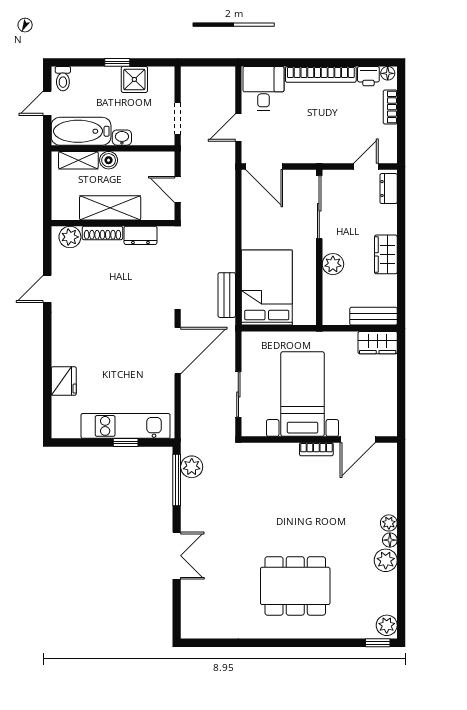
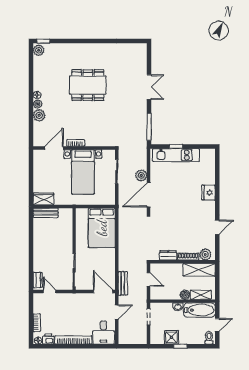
door: (366, 166) -> (50, 292), swing flipped
shelving: (110, 208) -> (199, 270), moved
wardrobe: (386, 254) -> (39, 245), removed
plant: (333, 264) -> (67, 240), removed
bench: (227, 295) -> (123, 283), moved
fridge: (64, 381) -> (209, 193), moved
plant: (192, 467) -> (141, 175), moved
double door: (177, 556) -> (149, 87), swing flipped
plant: (386, 560) -> (39, 115), moved
dining table: (295, 586) -> (88, 85), moved

